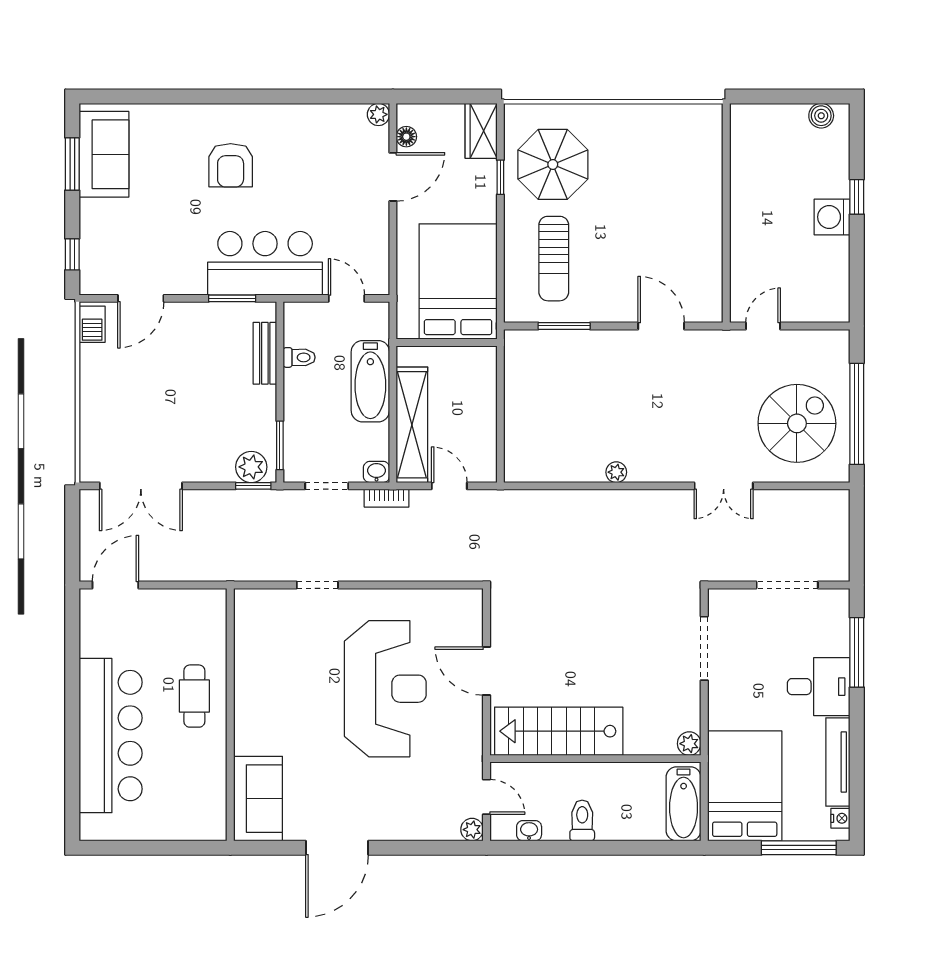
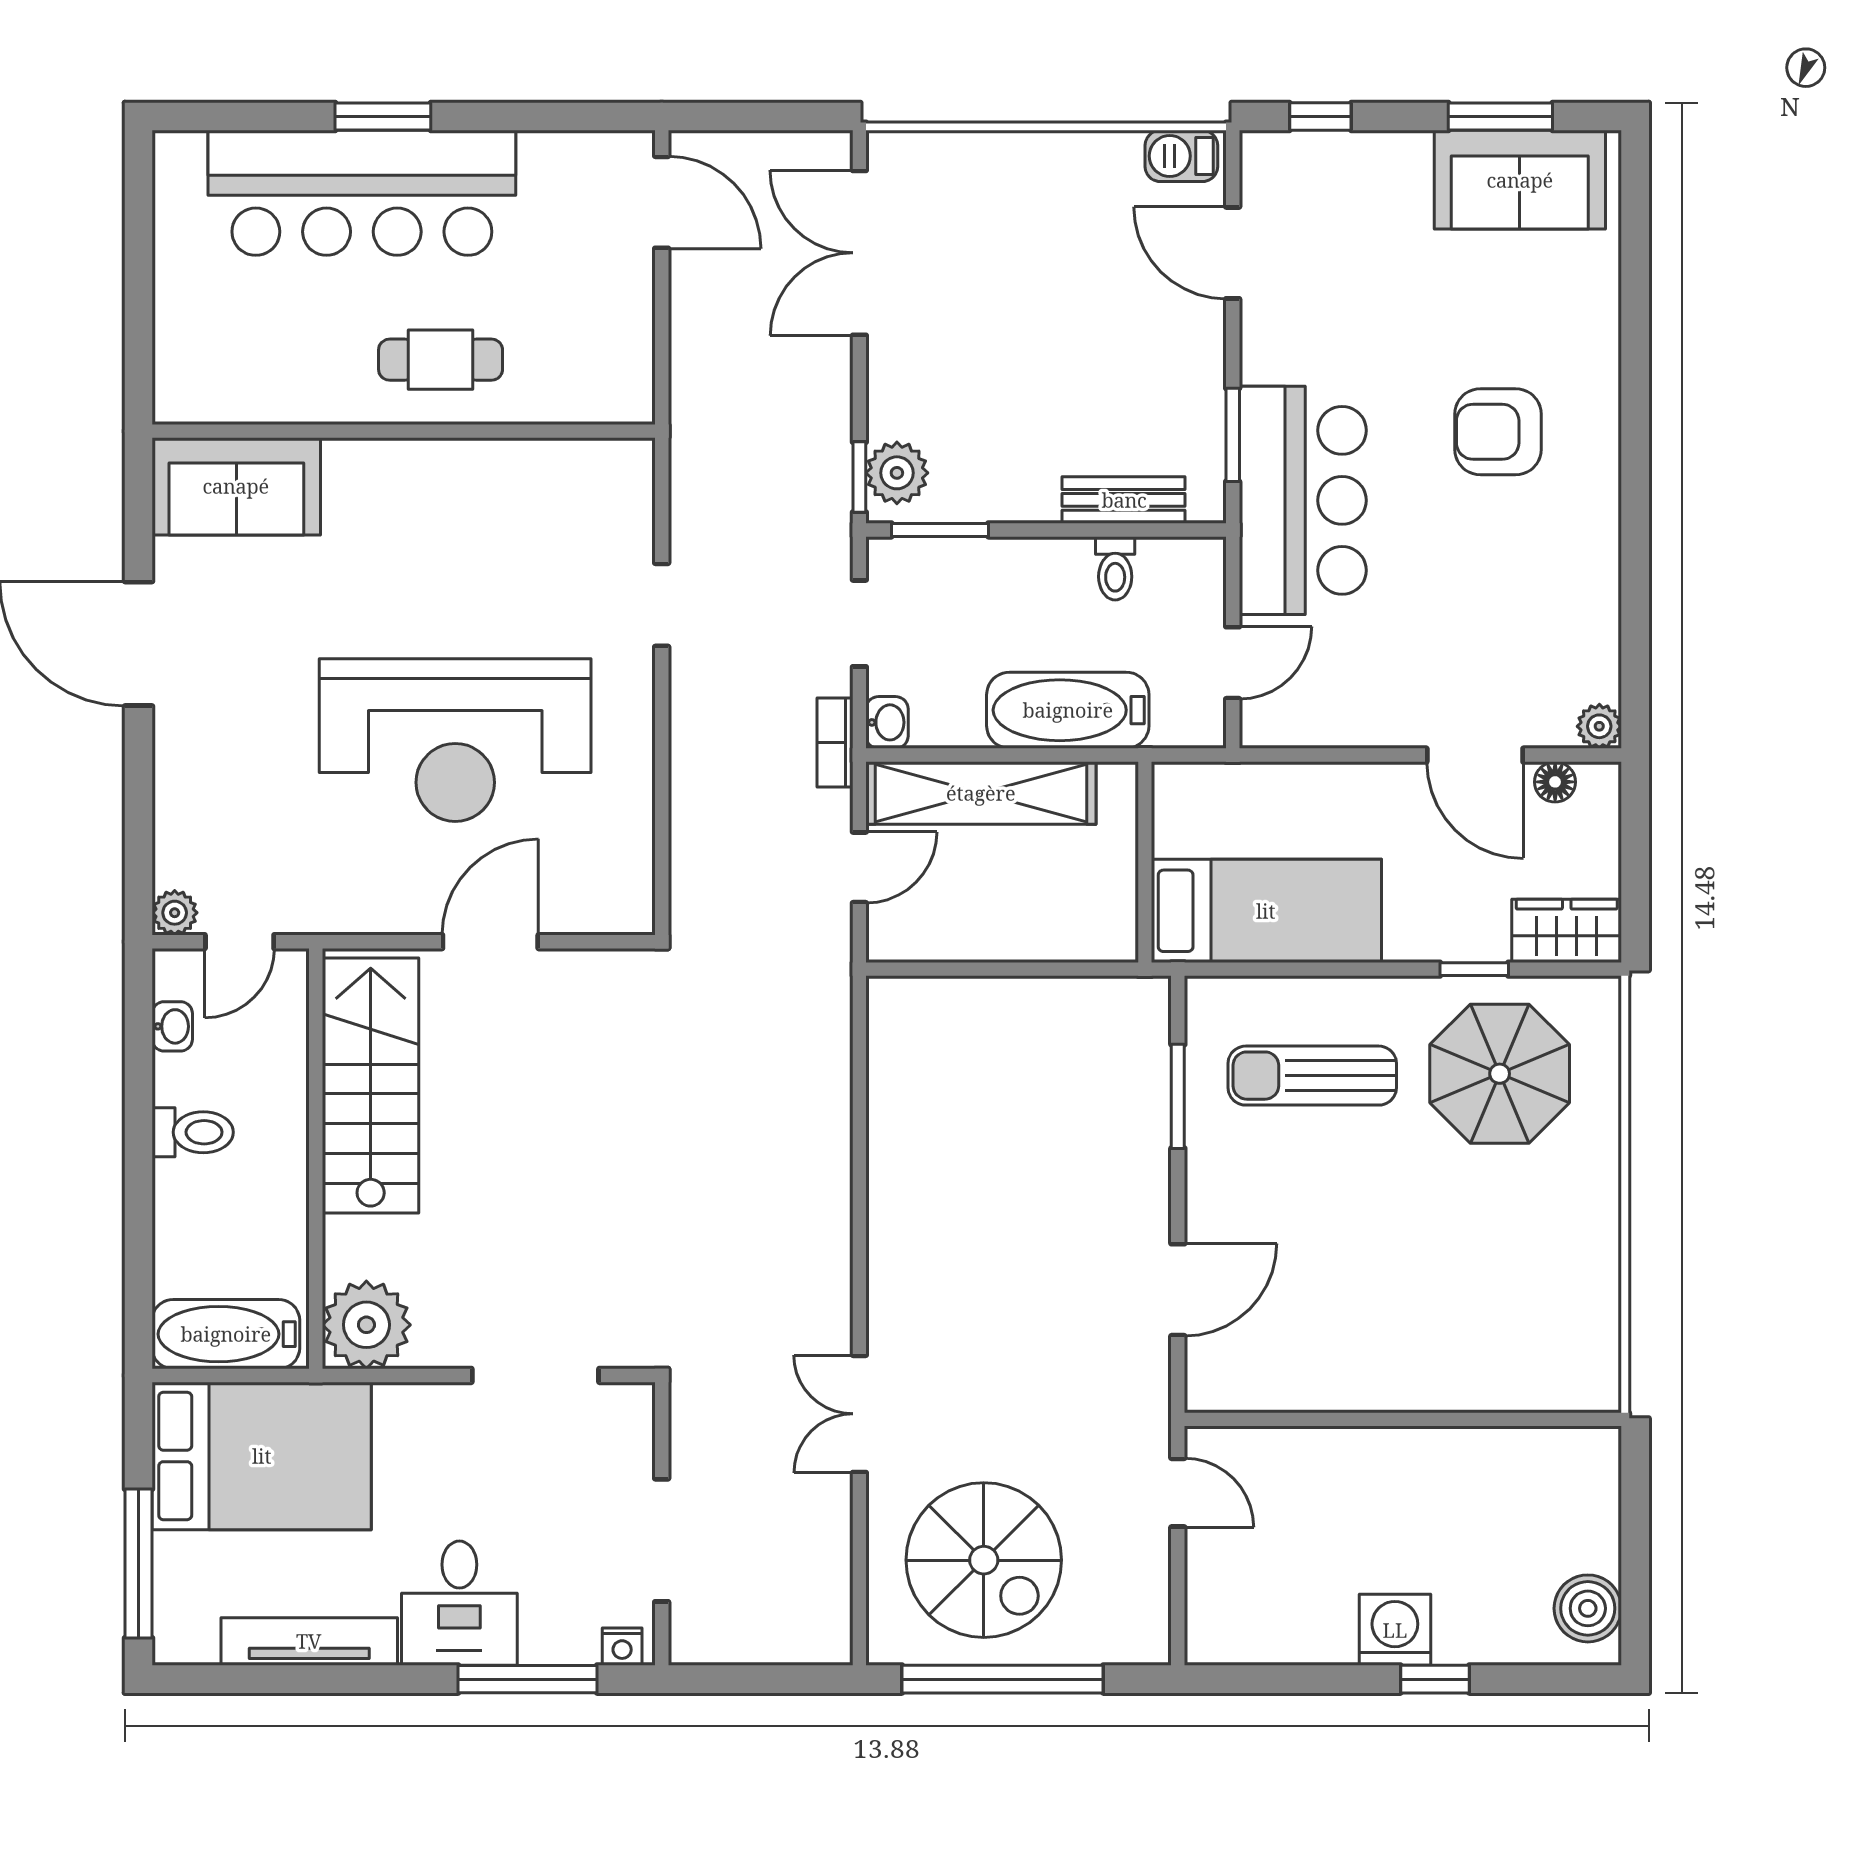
boiler: (821, 116) -> (1588, 1608), width x1.36, depth x1.36
bed: (458, 282) -> (1266, 911), width x0.67
plant: (616, 472) -> (887, 1200), removed
window: (72, 725) -> (383, 117), added
plant: (689, 744) -> (366, 1325), width x1.88, depth x1.88
nightstand: (840, 818) -> (622, 1647), moved

